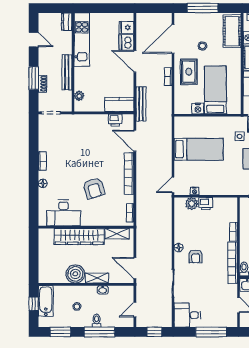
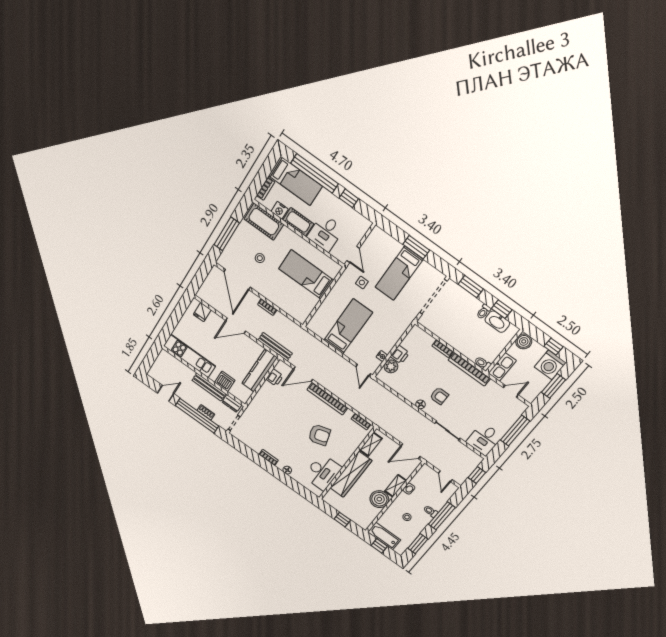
dresser: (67, 22) -> (232, 403), moved
dishwasher: (126, 42) -> (225, 381), moved, turned 180
rug: (189, 72) -> (275, 286), removed
window: (34, 78) -> (197, 416), width x2.11
plant: (79, 96) -> (235, 391), removed
kitchen counter: (119, 104) -> (260, 370), width x1.50
nightstand: (198, 109) -> (312, 302), removed
window: (34, 258) -> (342, 520), added

